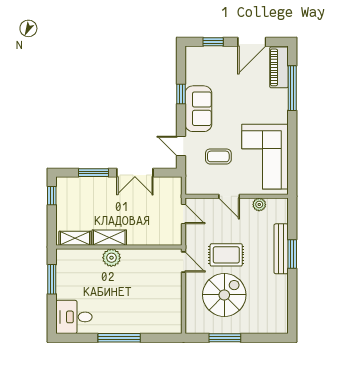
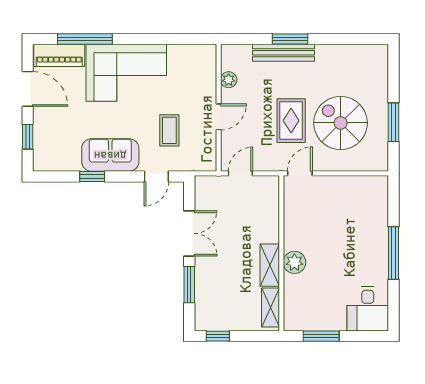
corner sofa: (265, 157) -> (126, 73), moved

